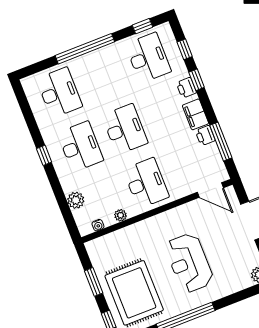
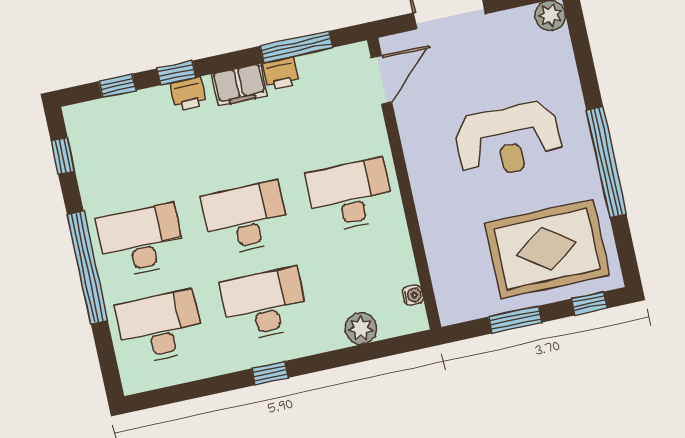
desk: (148, 58) -> (141, 241), moved
plant: (121, 215) -> (401, 251), removed

